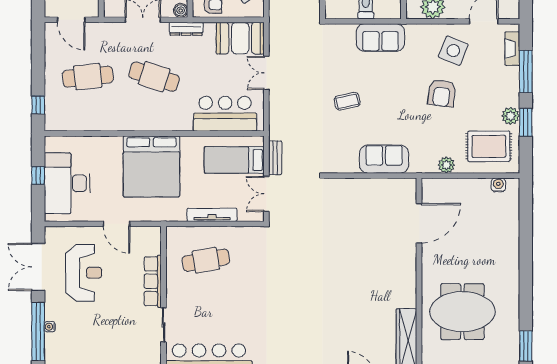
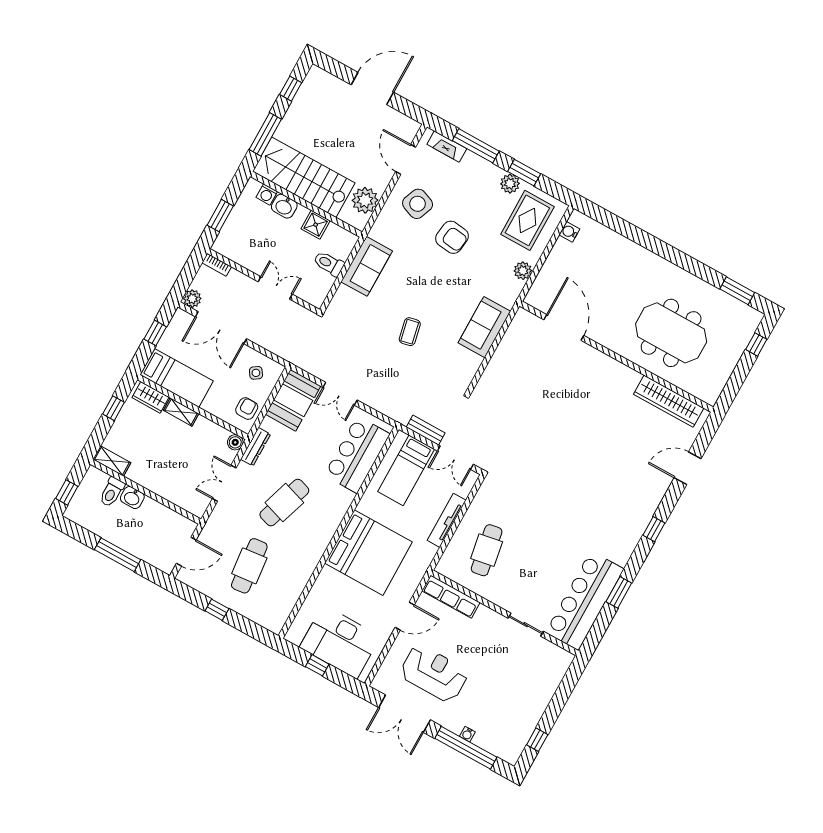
window: (38, 105) -> (217, 610), moved
row of seats: (153, 281) -> (451, 597), moved
meeting table: (462, 312) -> (671, 333), turned 90

